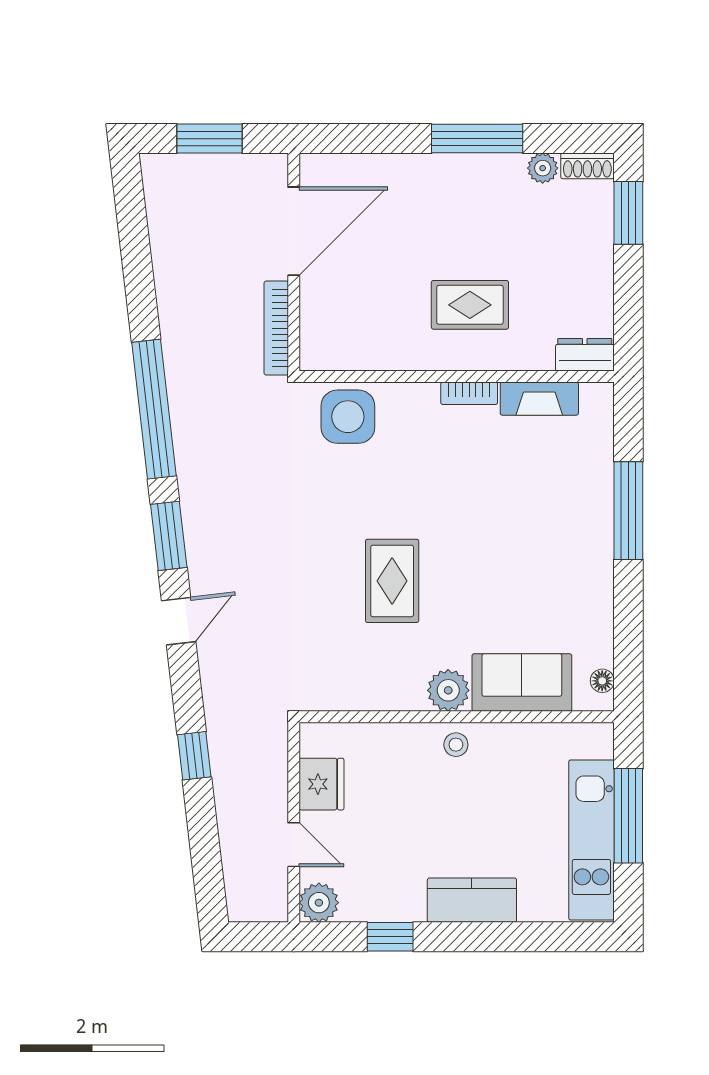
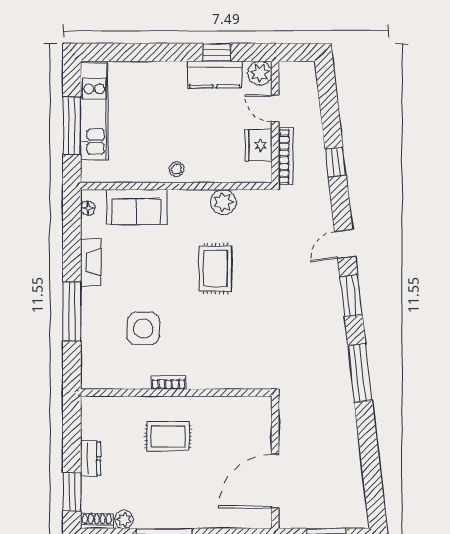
bookcase: (276, 328) -> (286, 156), moved
dresser: (585, 355) -> (91, 458), moved, turned -90
fireplace: (539, 399) -> (91, 262), moved, turned 90
window: (154, 409) -> (360, 373), width x0.68
side table: (348, 417) -> (143, 328), moved
plant: (448, 690) -> (223, 202), moved
kitchen counter: (472, 900) -> (215, 75), moved

